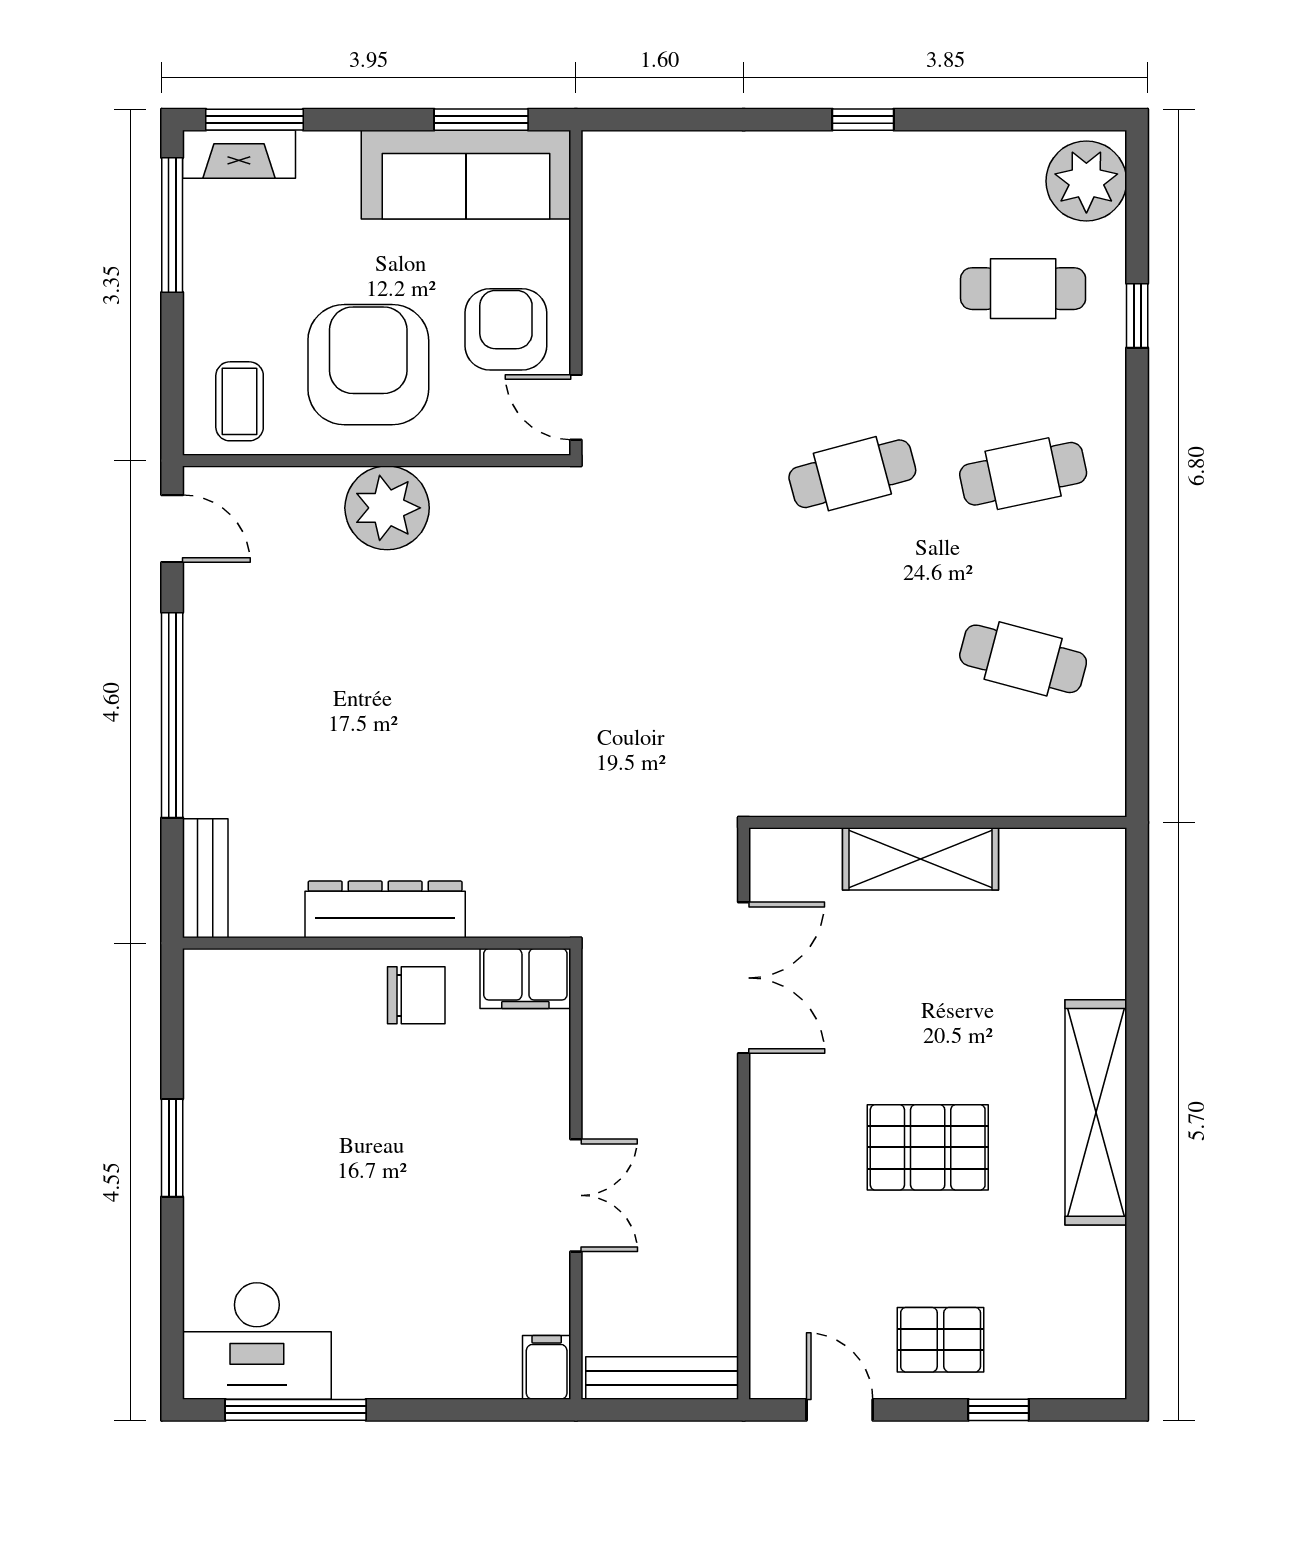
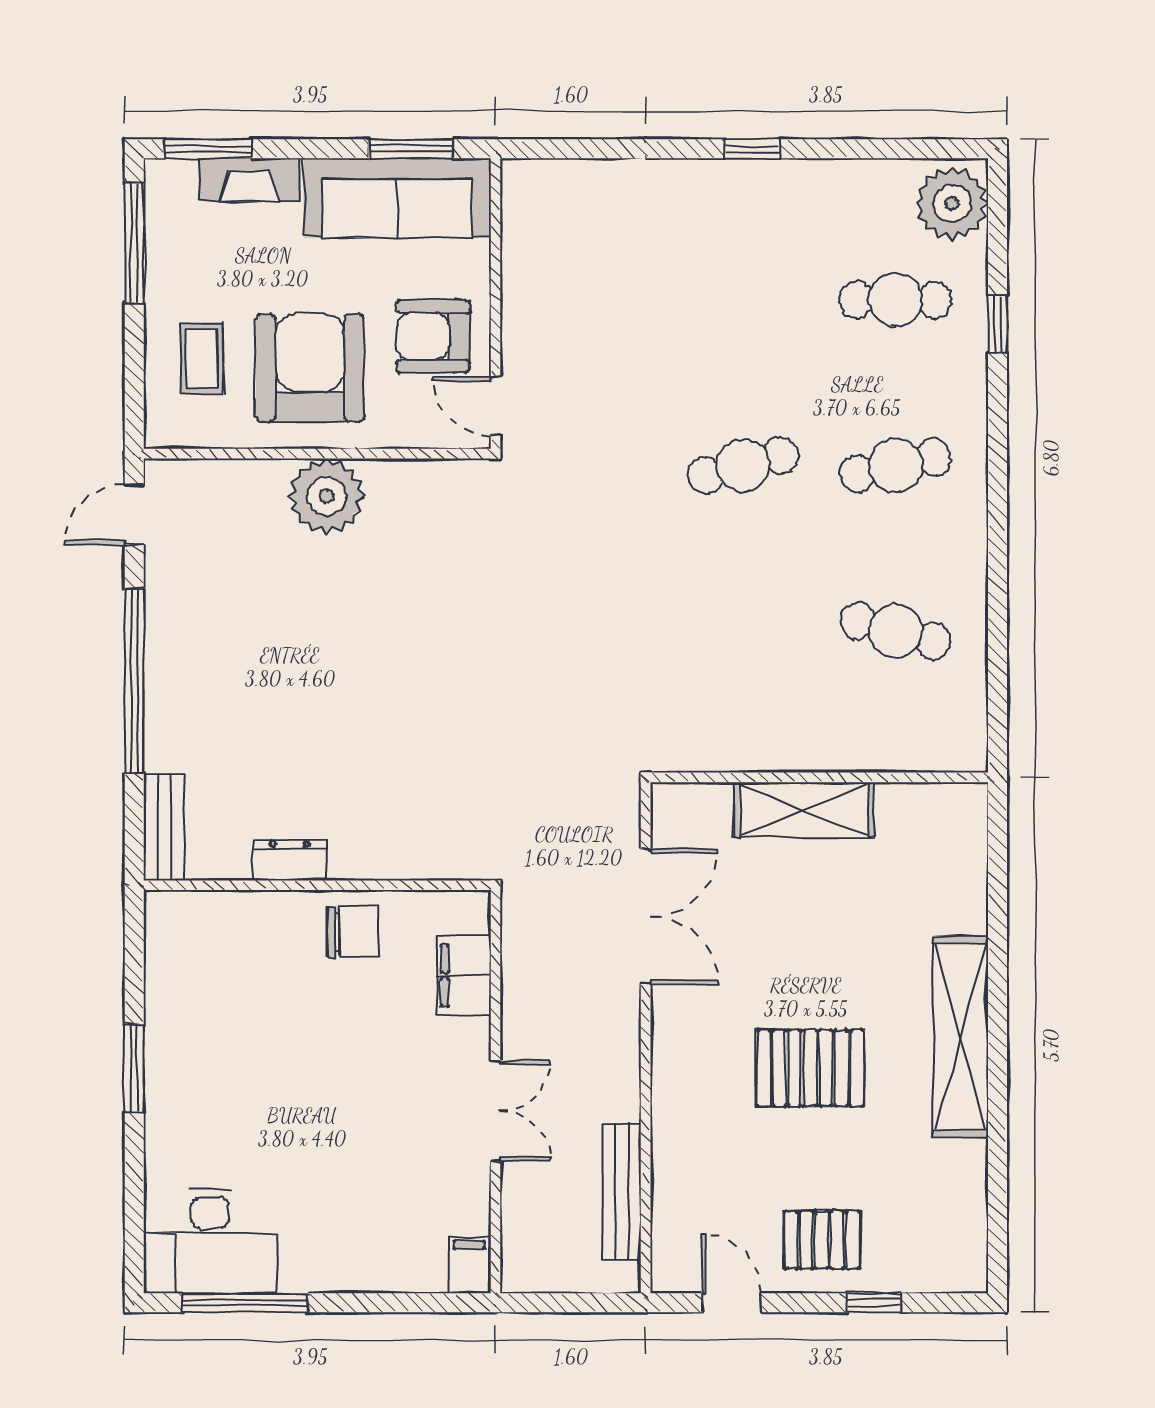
fireplace: (239, 154) -> (249, 180), moved
armchair: (506, 329) -> (433, 336), turned -90
coffee table: (240, 401) -> (202, 359), moved
door: (172, 529) -> (134, 514), swing flipped
dresser: (385, 909) -> (290, 860), width x0.51, depth x0.80
filing cabinet: (525, 978) -> (464, 976), moved, turned 90
bench: (662, 1378) -> (622, 1191), moved, turned 90

